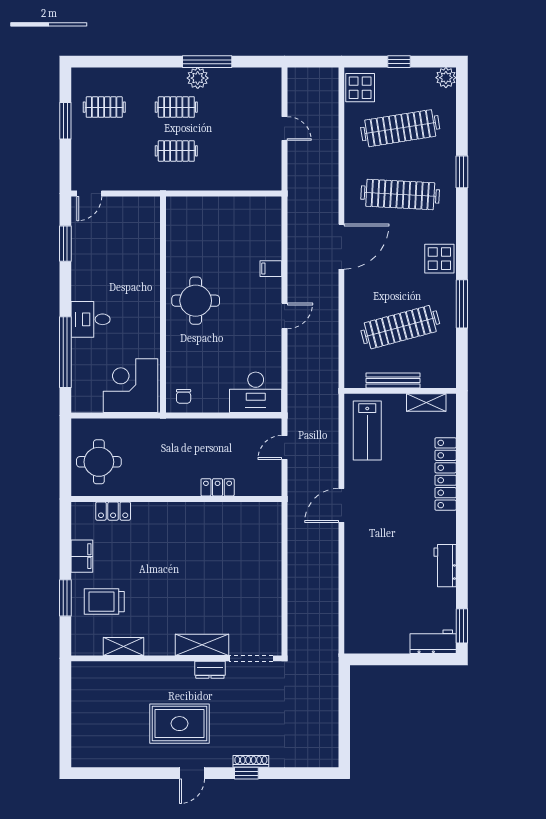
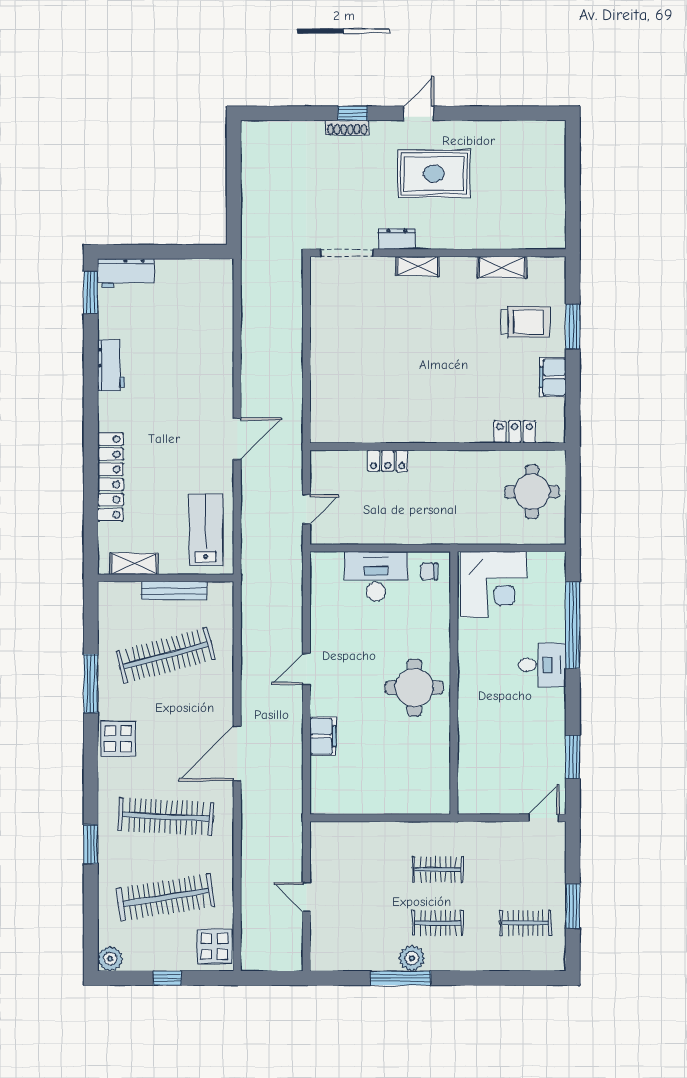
filing cabinet: (271, 269) -> (323, 736), width x2.00
desk: (256, 392) -> (376, 576), moved
chair: (184, 396) -> (429, 571), turned -90
shelving: (202, 645) -> (417, 266), width x0.67, depth x0.75

